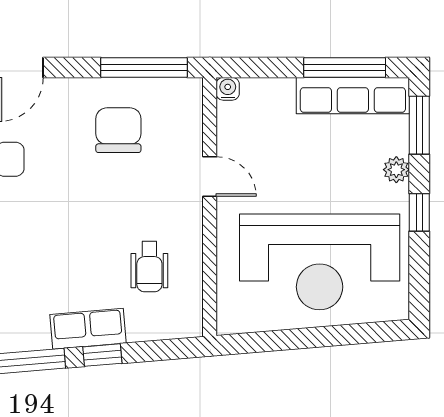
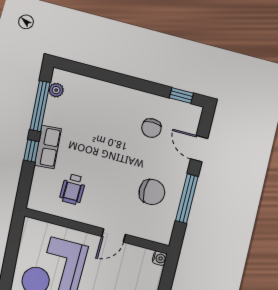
window: (144, 67) -> (187, 198), moved
wheelchair: (149, 267) -> (73, 189), turned -90

